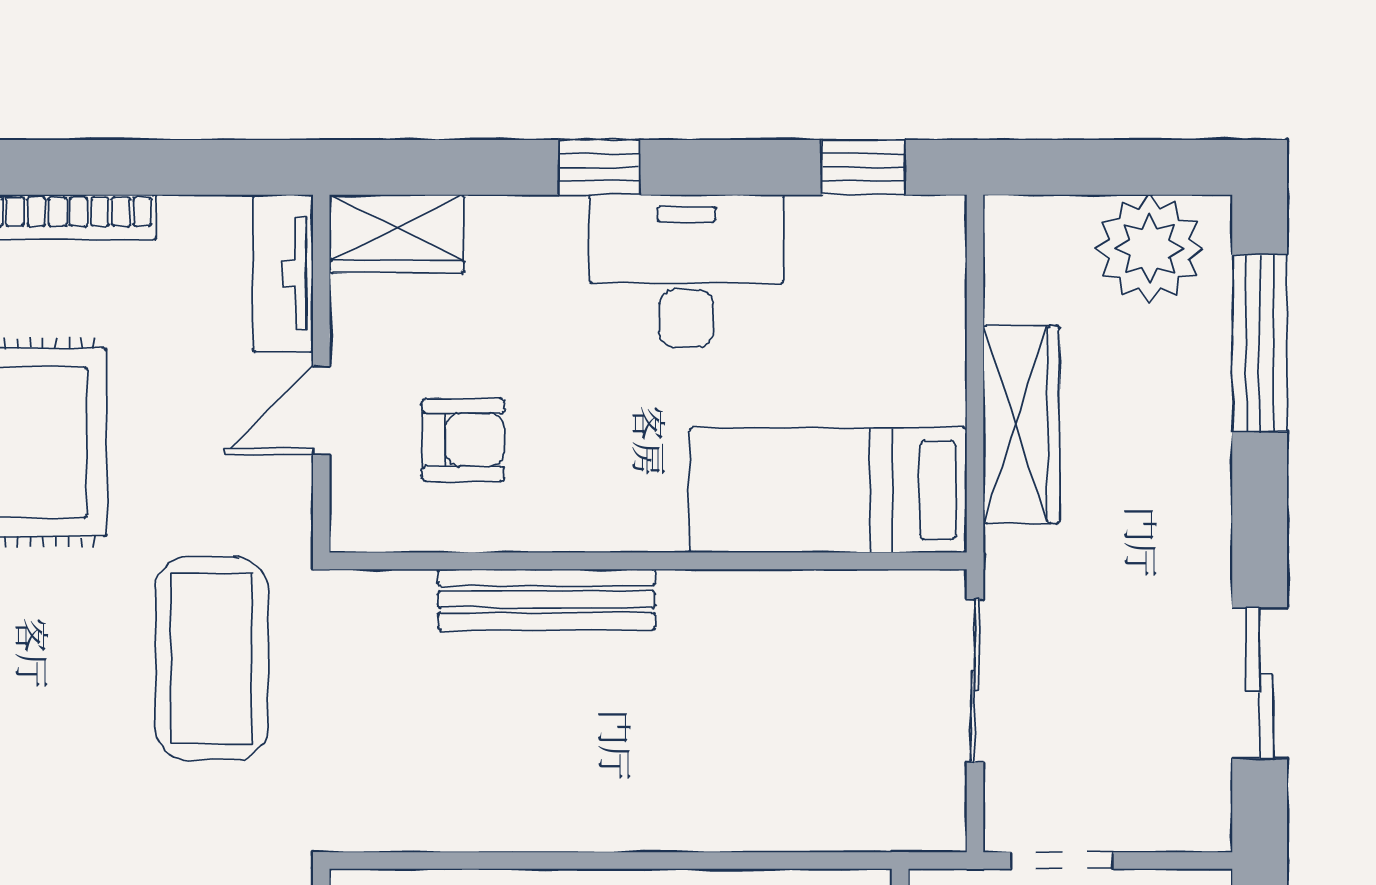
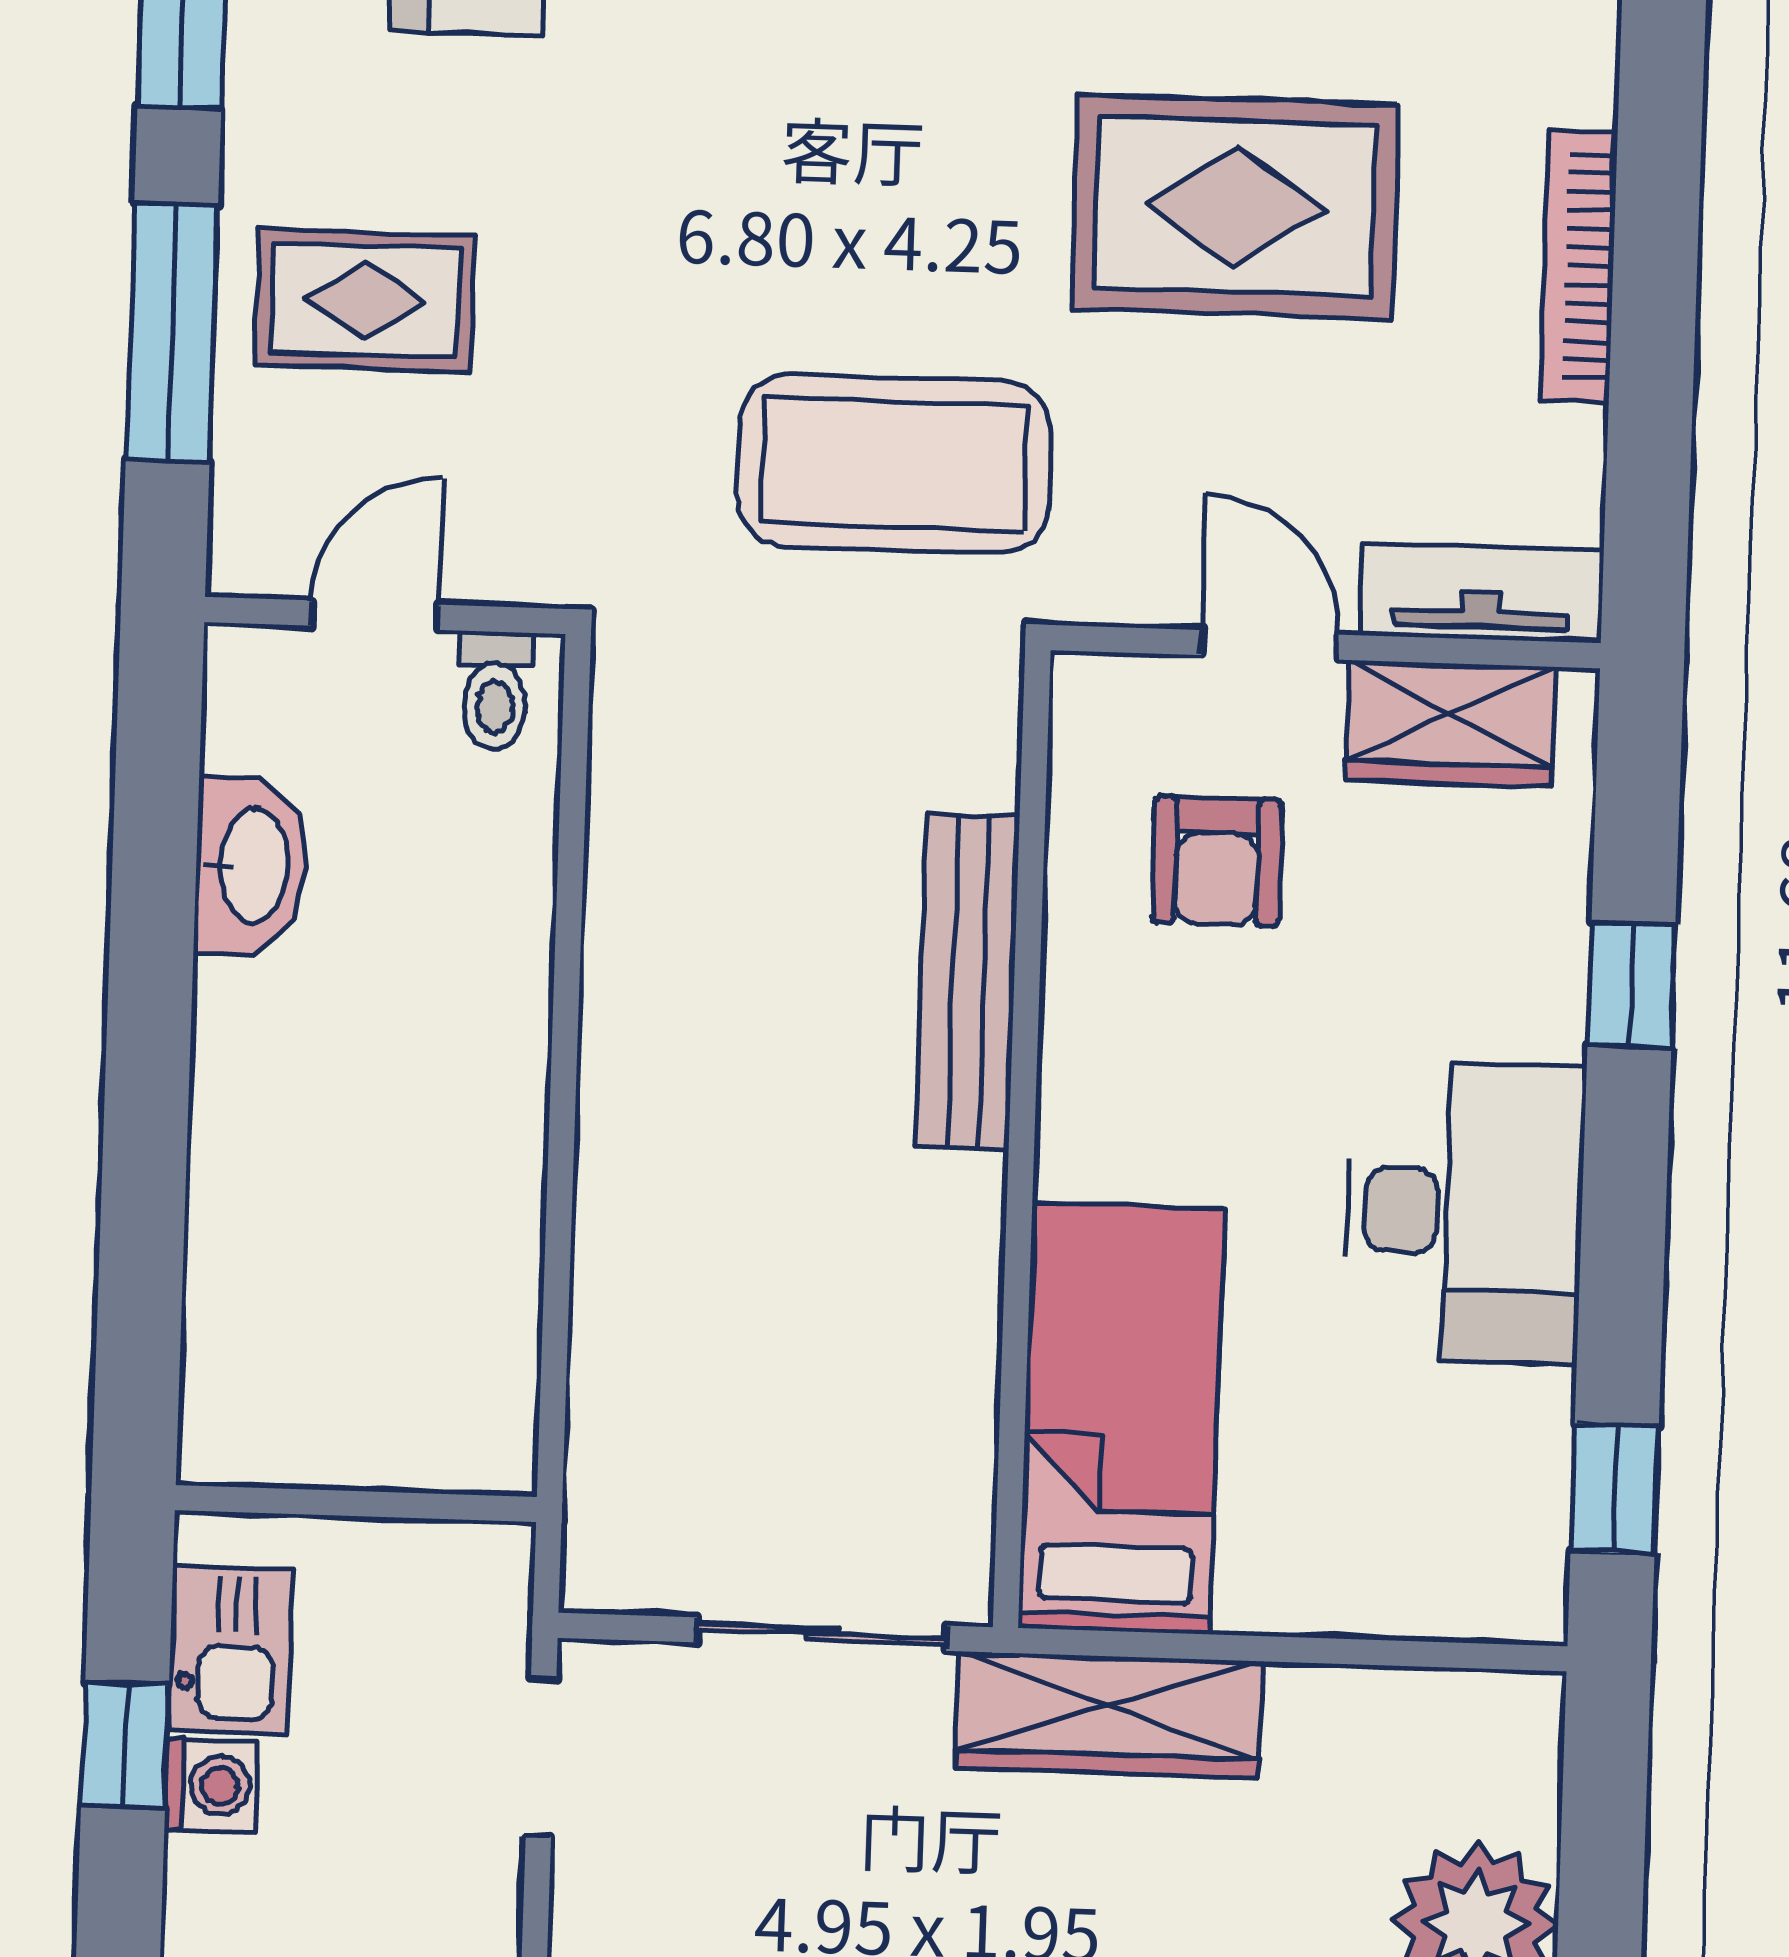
window: (599, 167) -> (1631, 986), moved
wardrobe: (397, 234) -> (1450, 723), moved, turned -90
wardrobe: (1021, 424) -> (1109, 1715), moved

